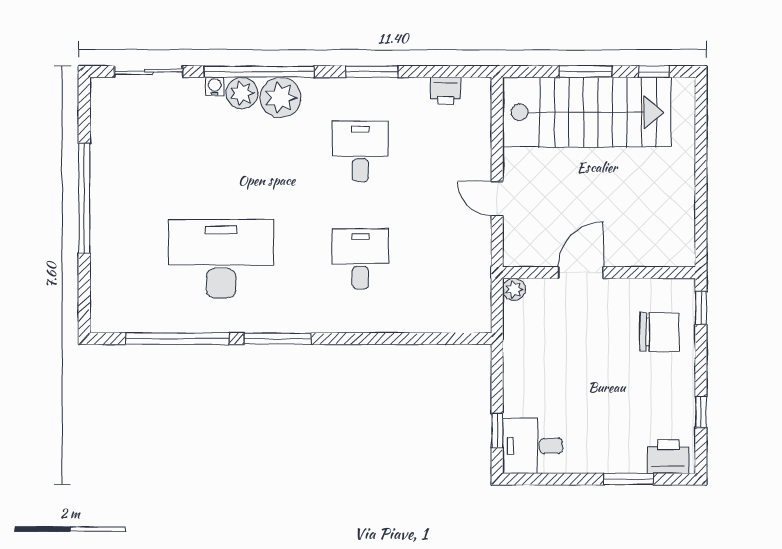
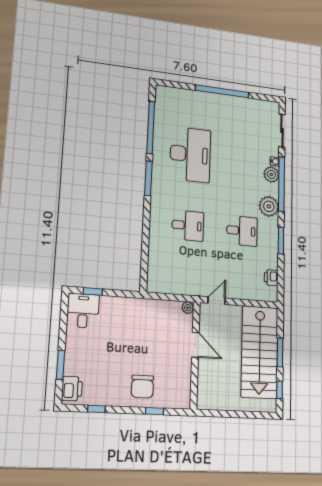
plant: (280, 97) -> (269, 206), moved
door: (581, 273) -> (195, 345), moved
wall: (599, 273) -> (195, 355), moved
plant: (514, 289) -> (188, 308), moved

